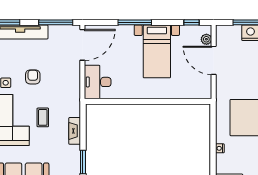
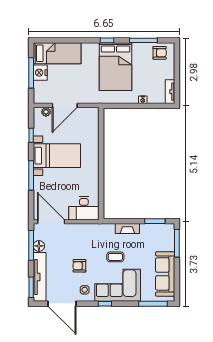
window: (192, 22) -> (31, 135), moved
floor lamp: (55, 31) -> (39, 246), added

